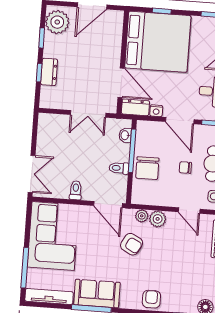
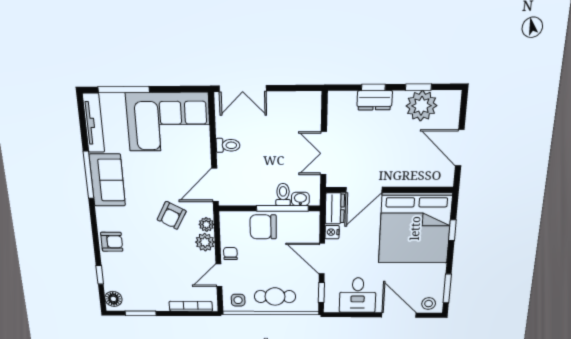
plant: (57, 22) -> (421, 106), moved
door: (180, 121) -> (322, 259), hinge flipped
toilet: (119, 168) -> (283, 195), moved
chair: (185, 168) -> (230, 254), moved

